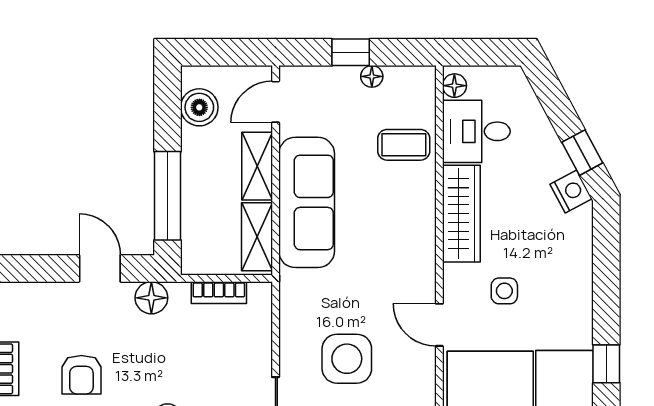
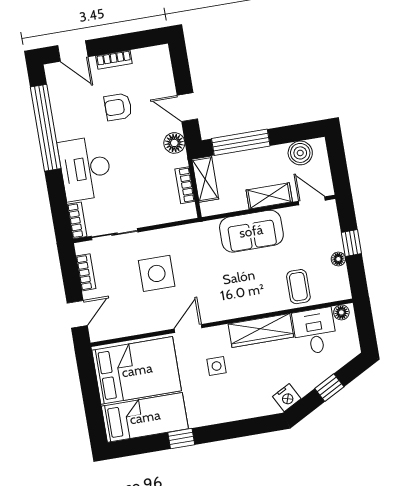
window: (582, 153) -> (329, 388), moved
sofa: (307, 202) -> (251, 231), width x0.73
shelving: (257, 237) -> (205, 179), moved, turned 90
door: (100, 268) -> (187, 107), swing flipped

